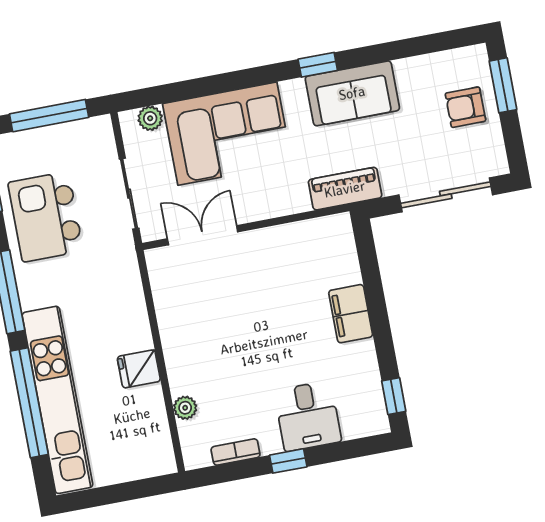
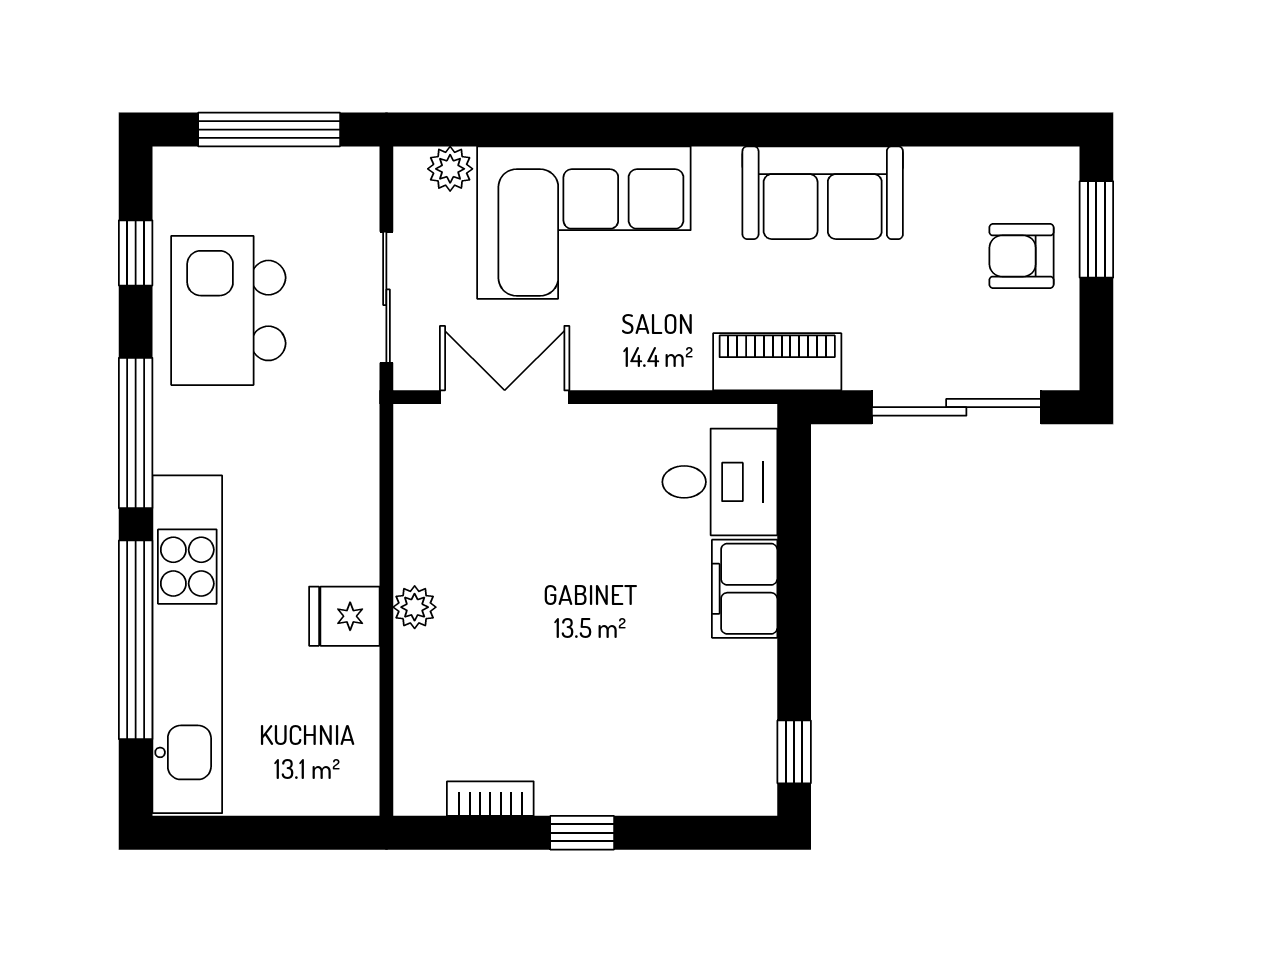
window: (318, 65) -> (770, 130), removed
plant: (185, 408) -> (415, 607), moved
desk: (308, 416) -> (720, 482), moved, turned -90

